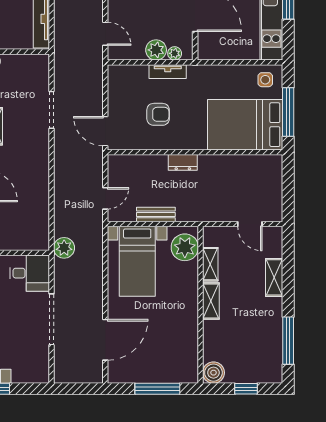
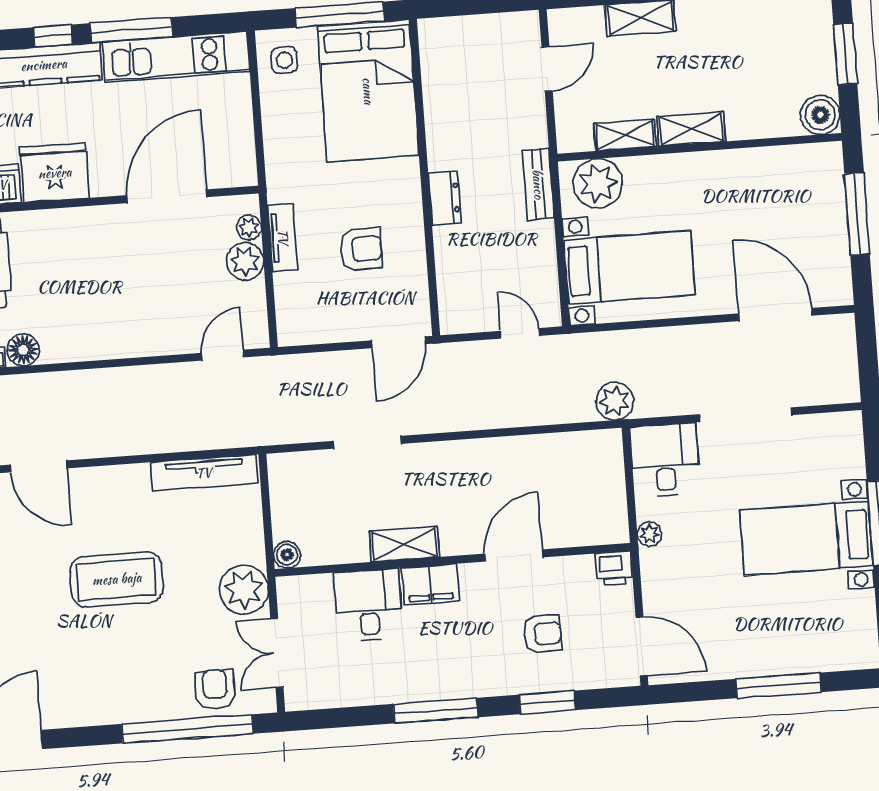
armchair: (158, 114) -> (361, 249), turned 90
bench: (156, 214) -> (538, 184), moved
window: (246, 389) -> (845, 54), width x1.50

